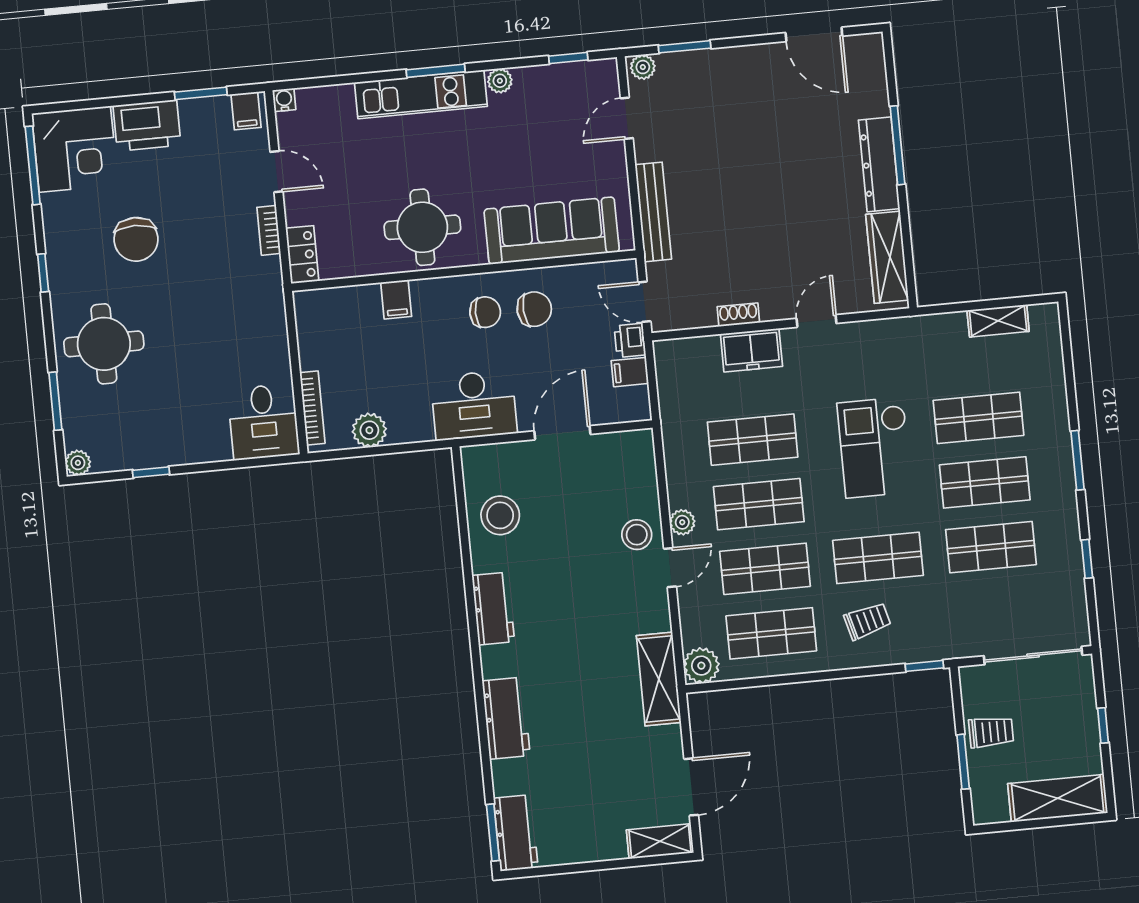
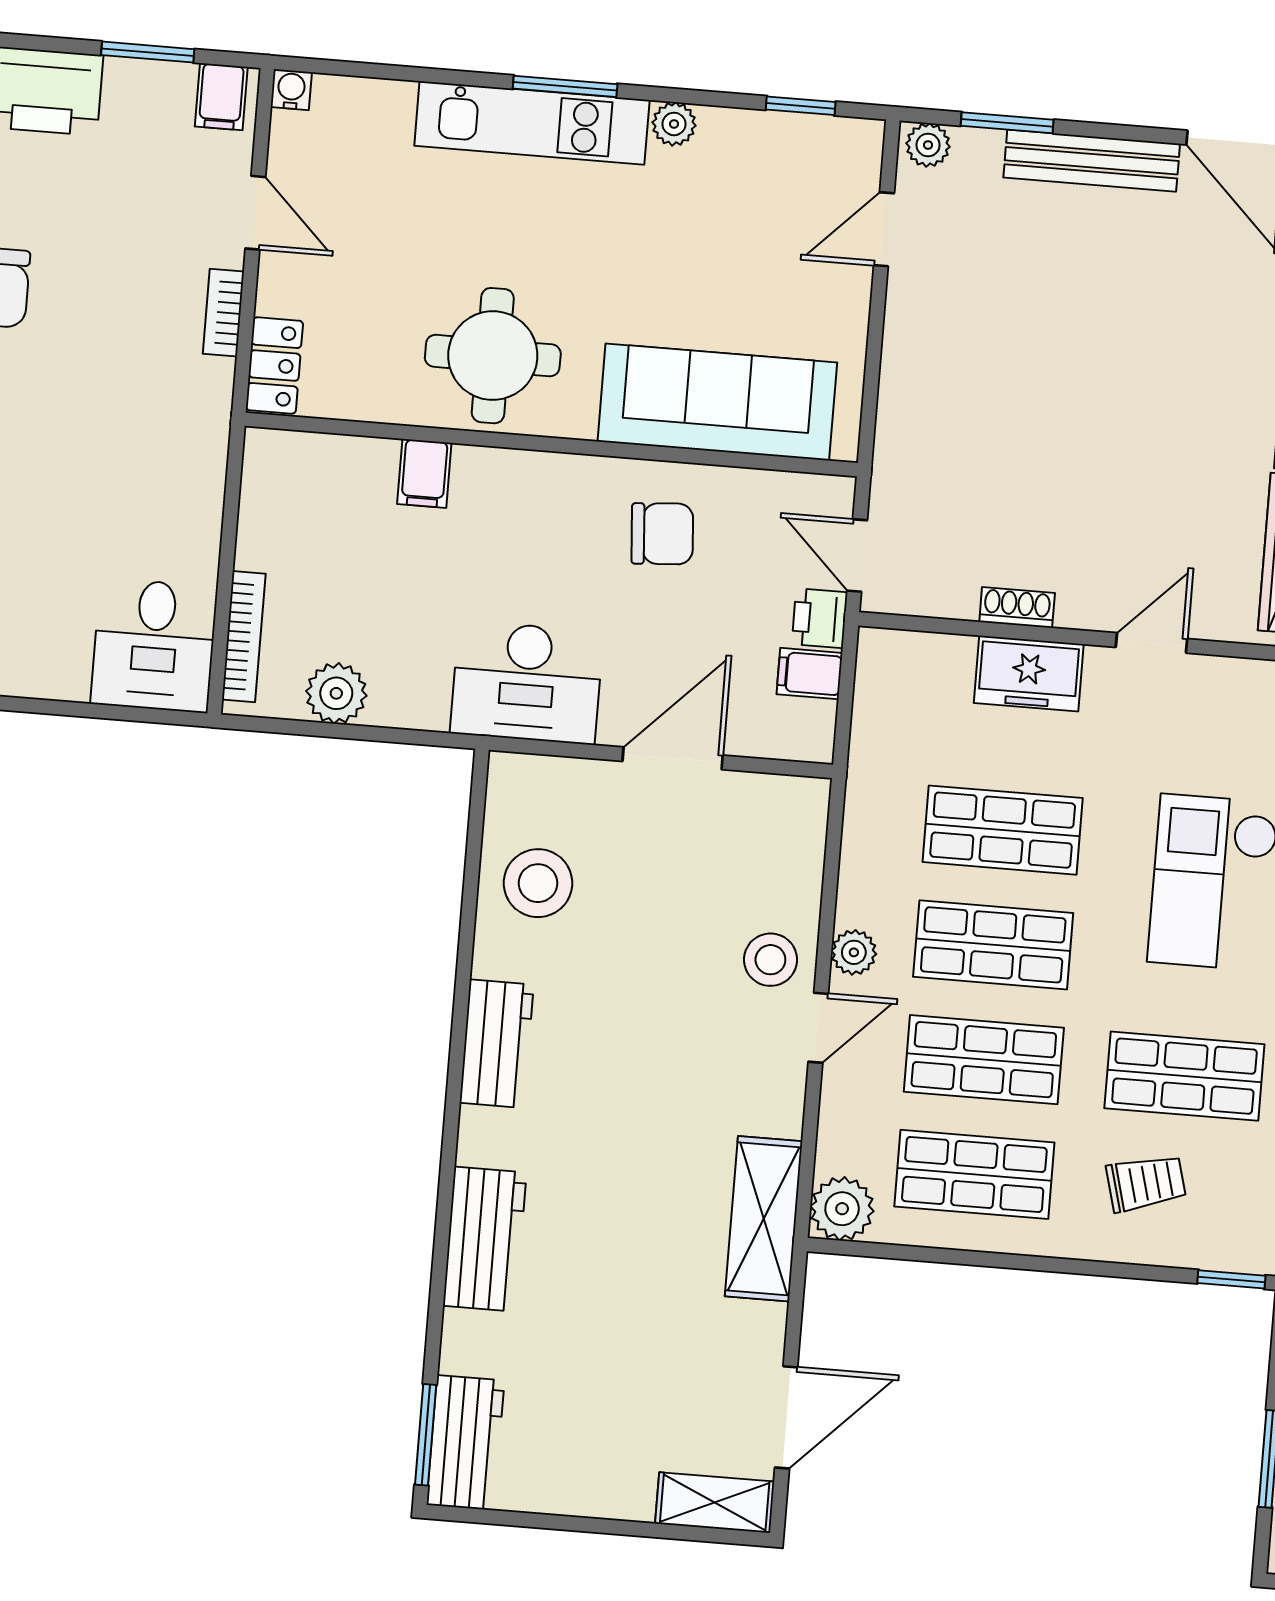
bench: (653, 212) -> (1092, 161), moved, turned 90
chair: (485, 312) -> (576, 524), removed

